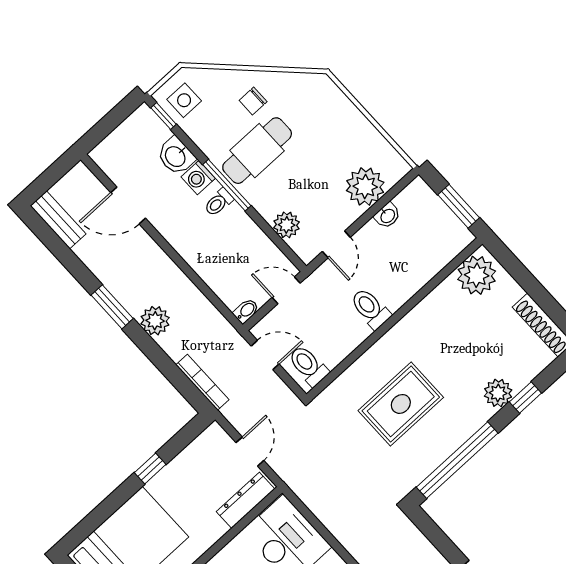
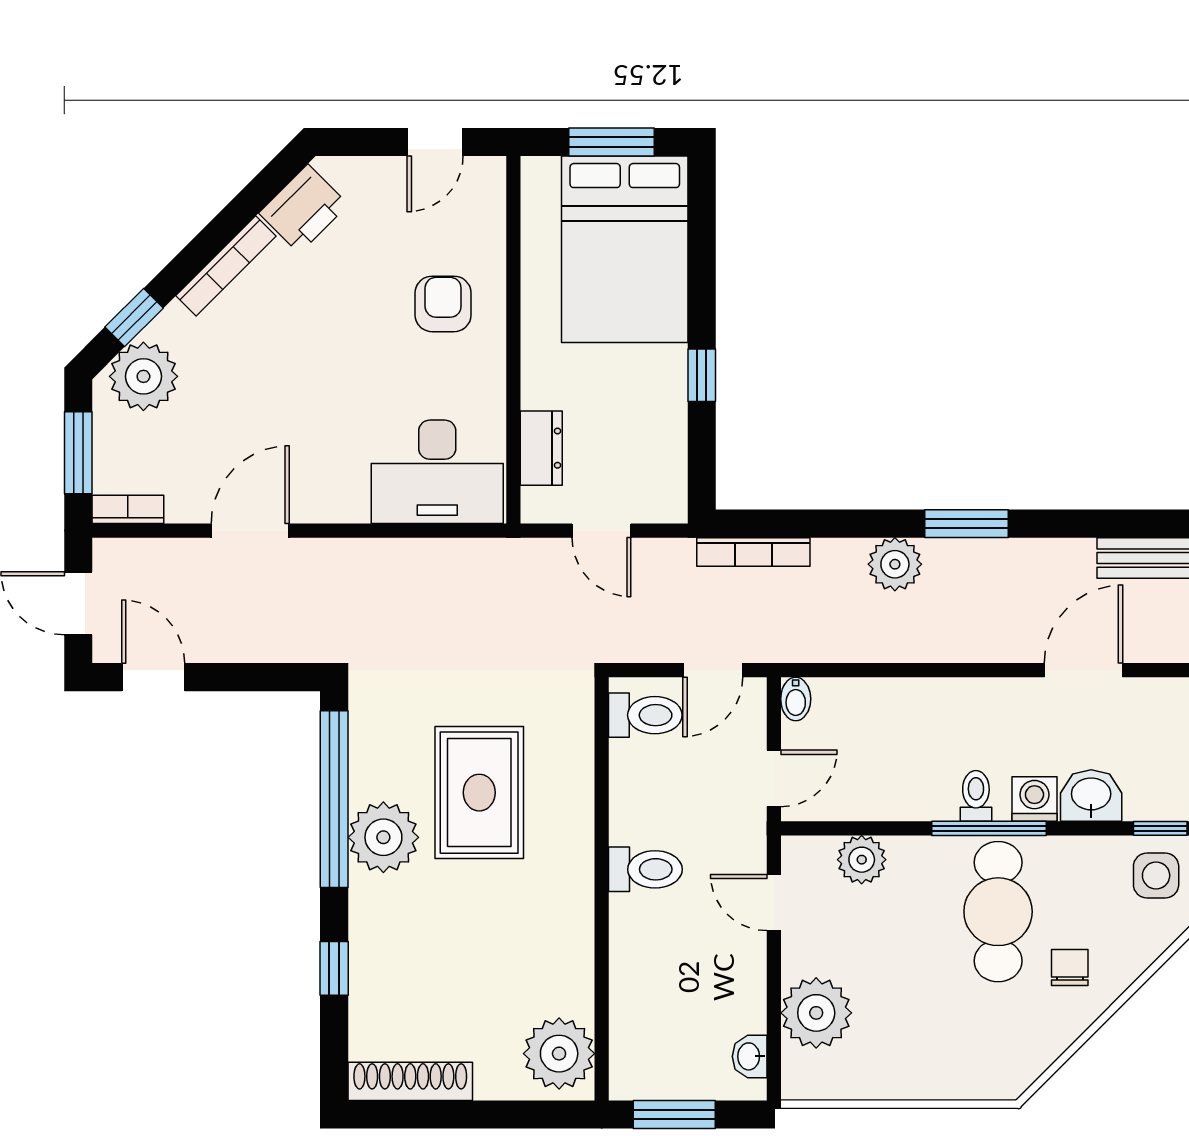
washbasin: (387, 216) -> (750, 1056), moved
plant: (498, 393) -> (383, 837), moved, width x1.36, depth x1.36
dresser: (246, 500) -> (541, 448), width x0.70

